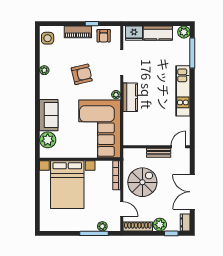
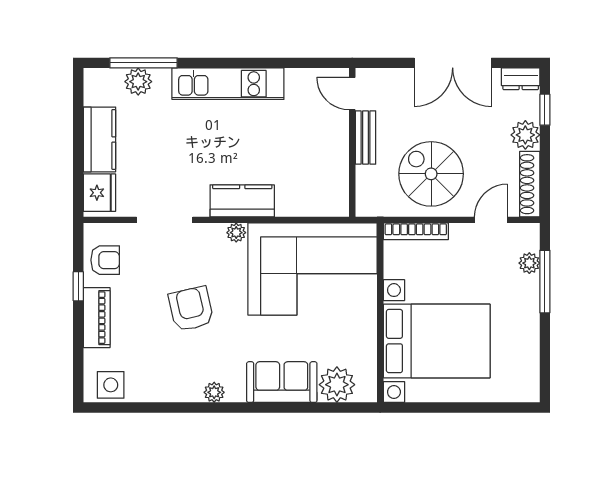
plant: (184, 32) -> (138, 82), moved
plant: (44, 70) -> (214, 392), moved

